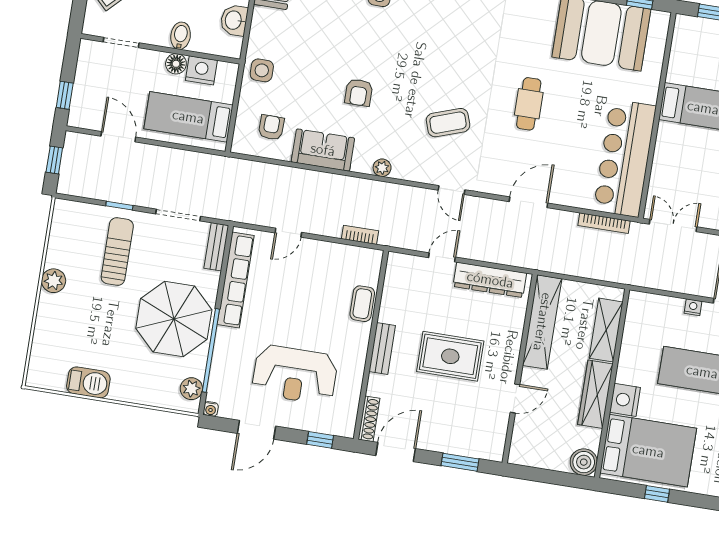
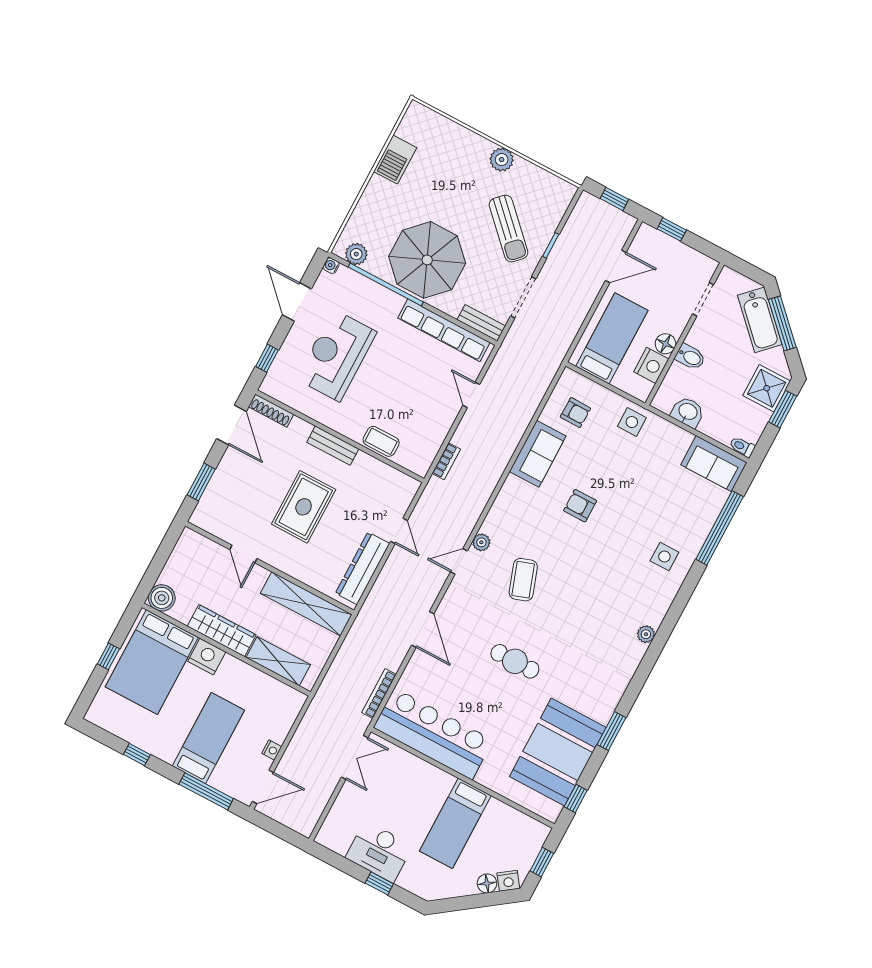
plant: (382, 168) -> (481, 542), moved
sun lounger: (117, 252) -> (509, 228), turned 45

